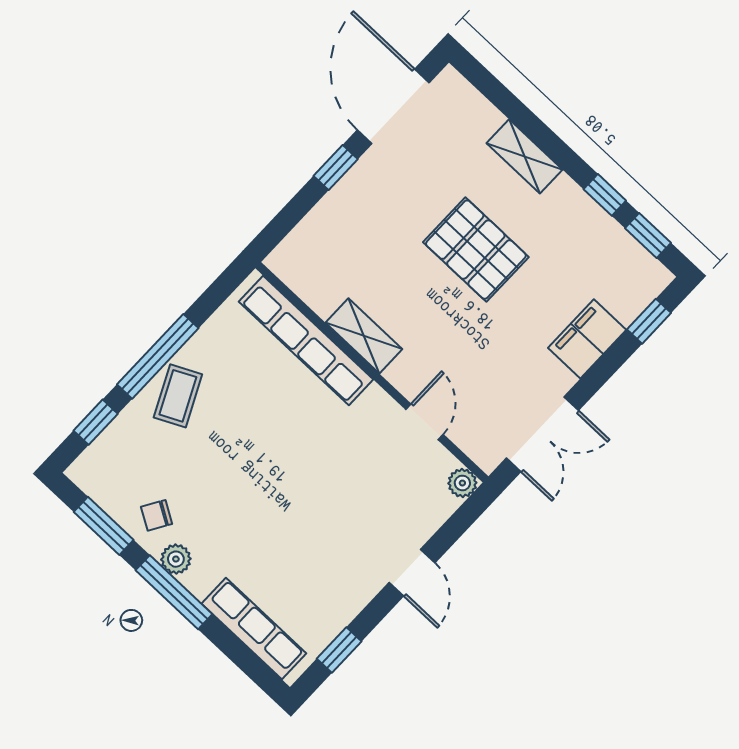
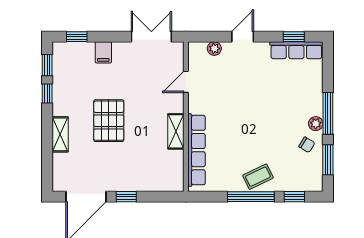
filing cabinet: (587, 339) -> (103, 52), width x0.50
plant: (462, 483) -> (214, 49), moved
row of seats: (254, 629) -> (296, 50), moved, turned -90

